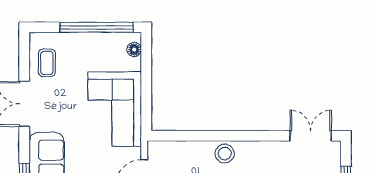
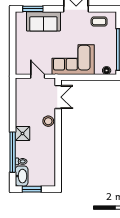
double door: (311, 136) -> (58, 97), moved

